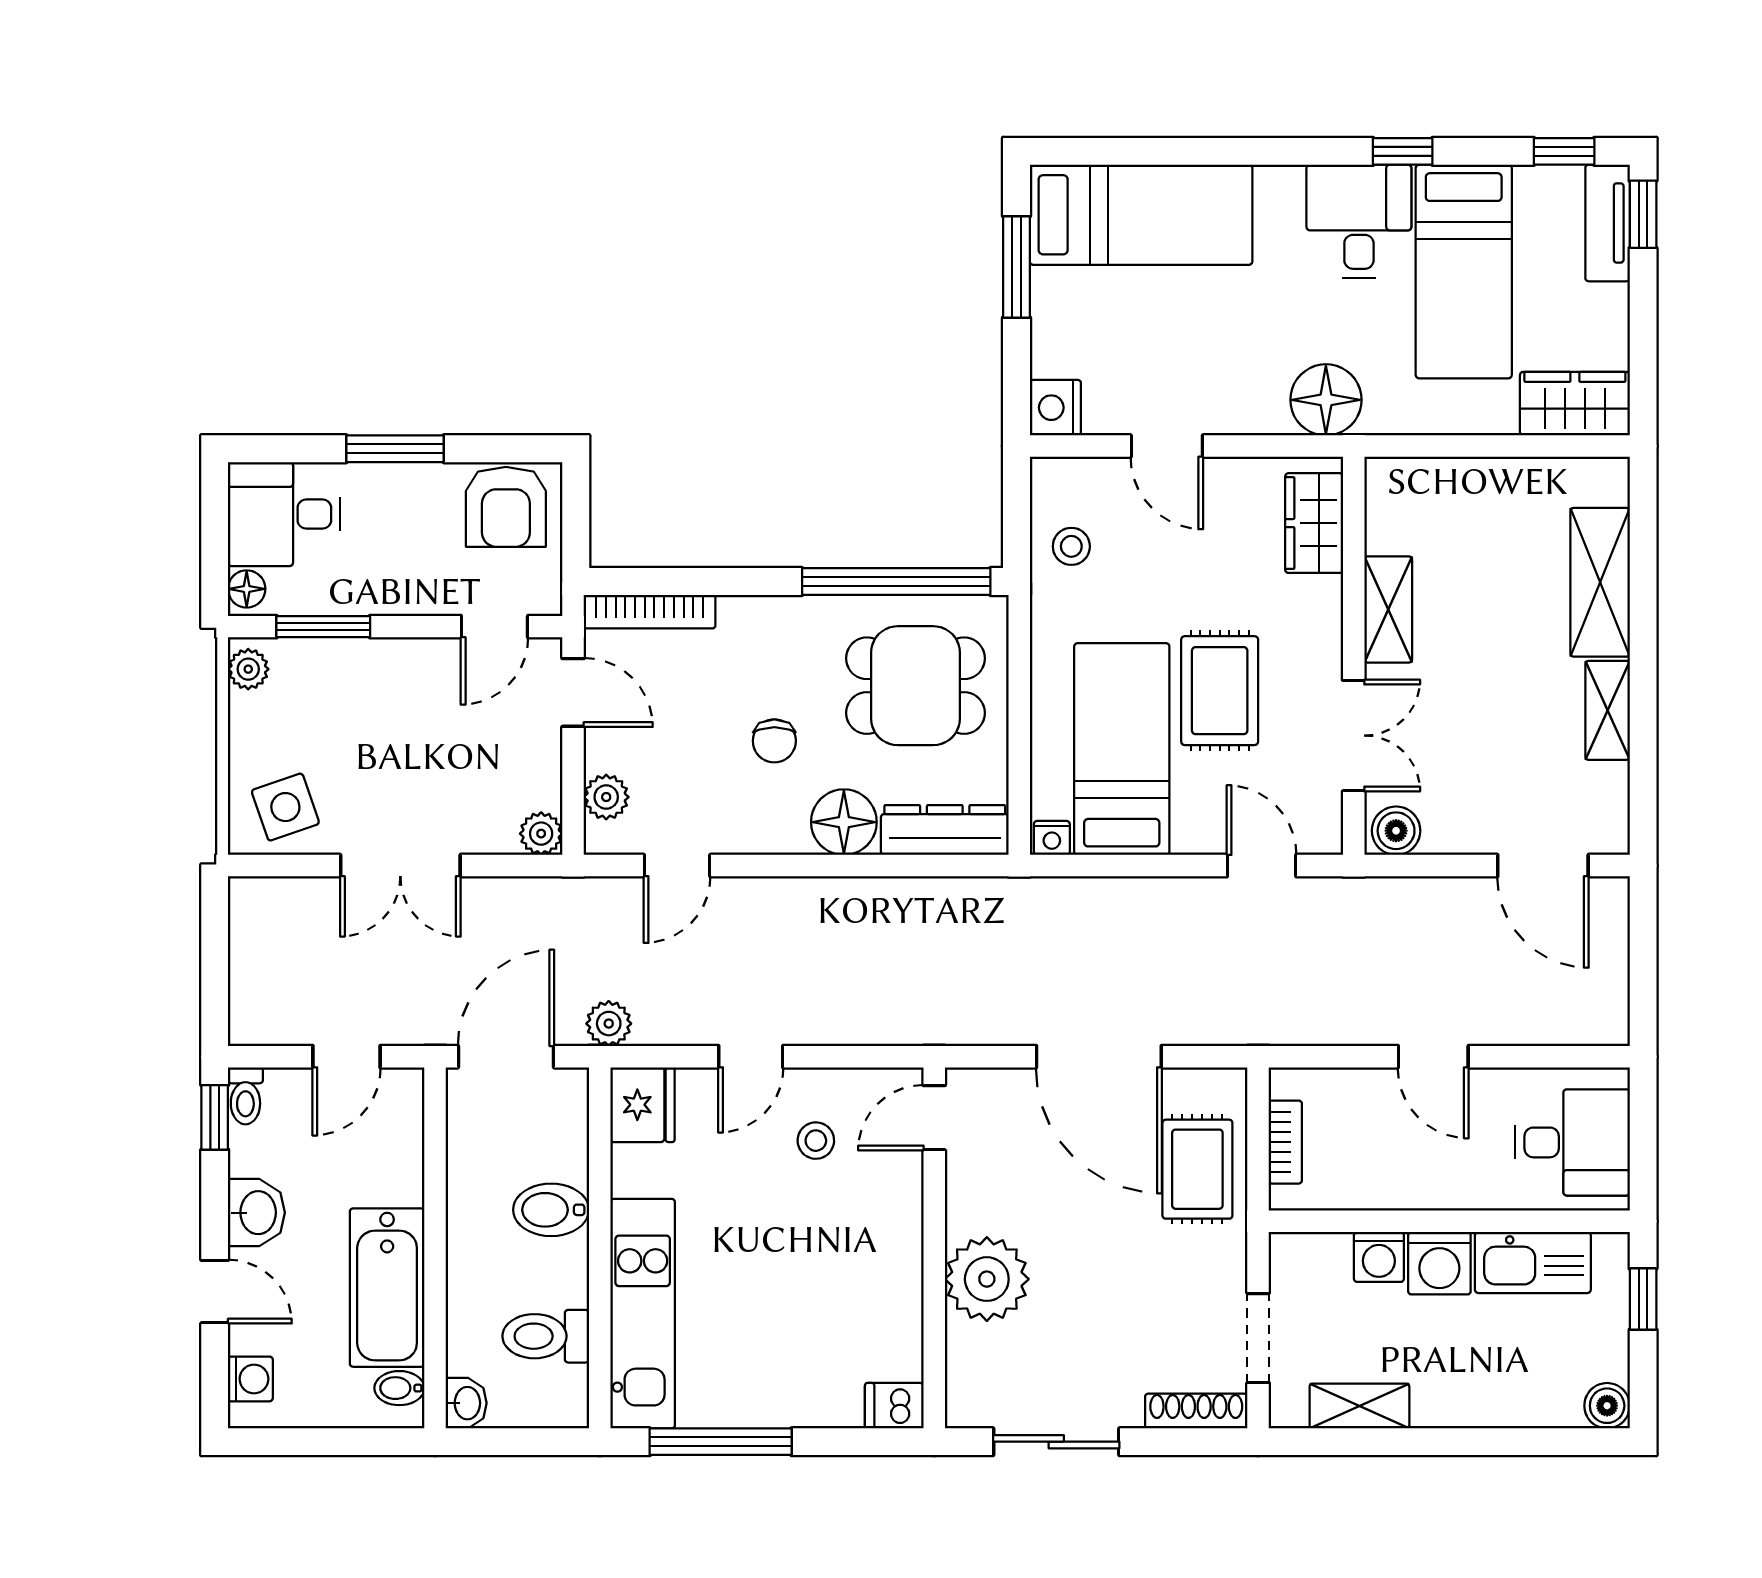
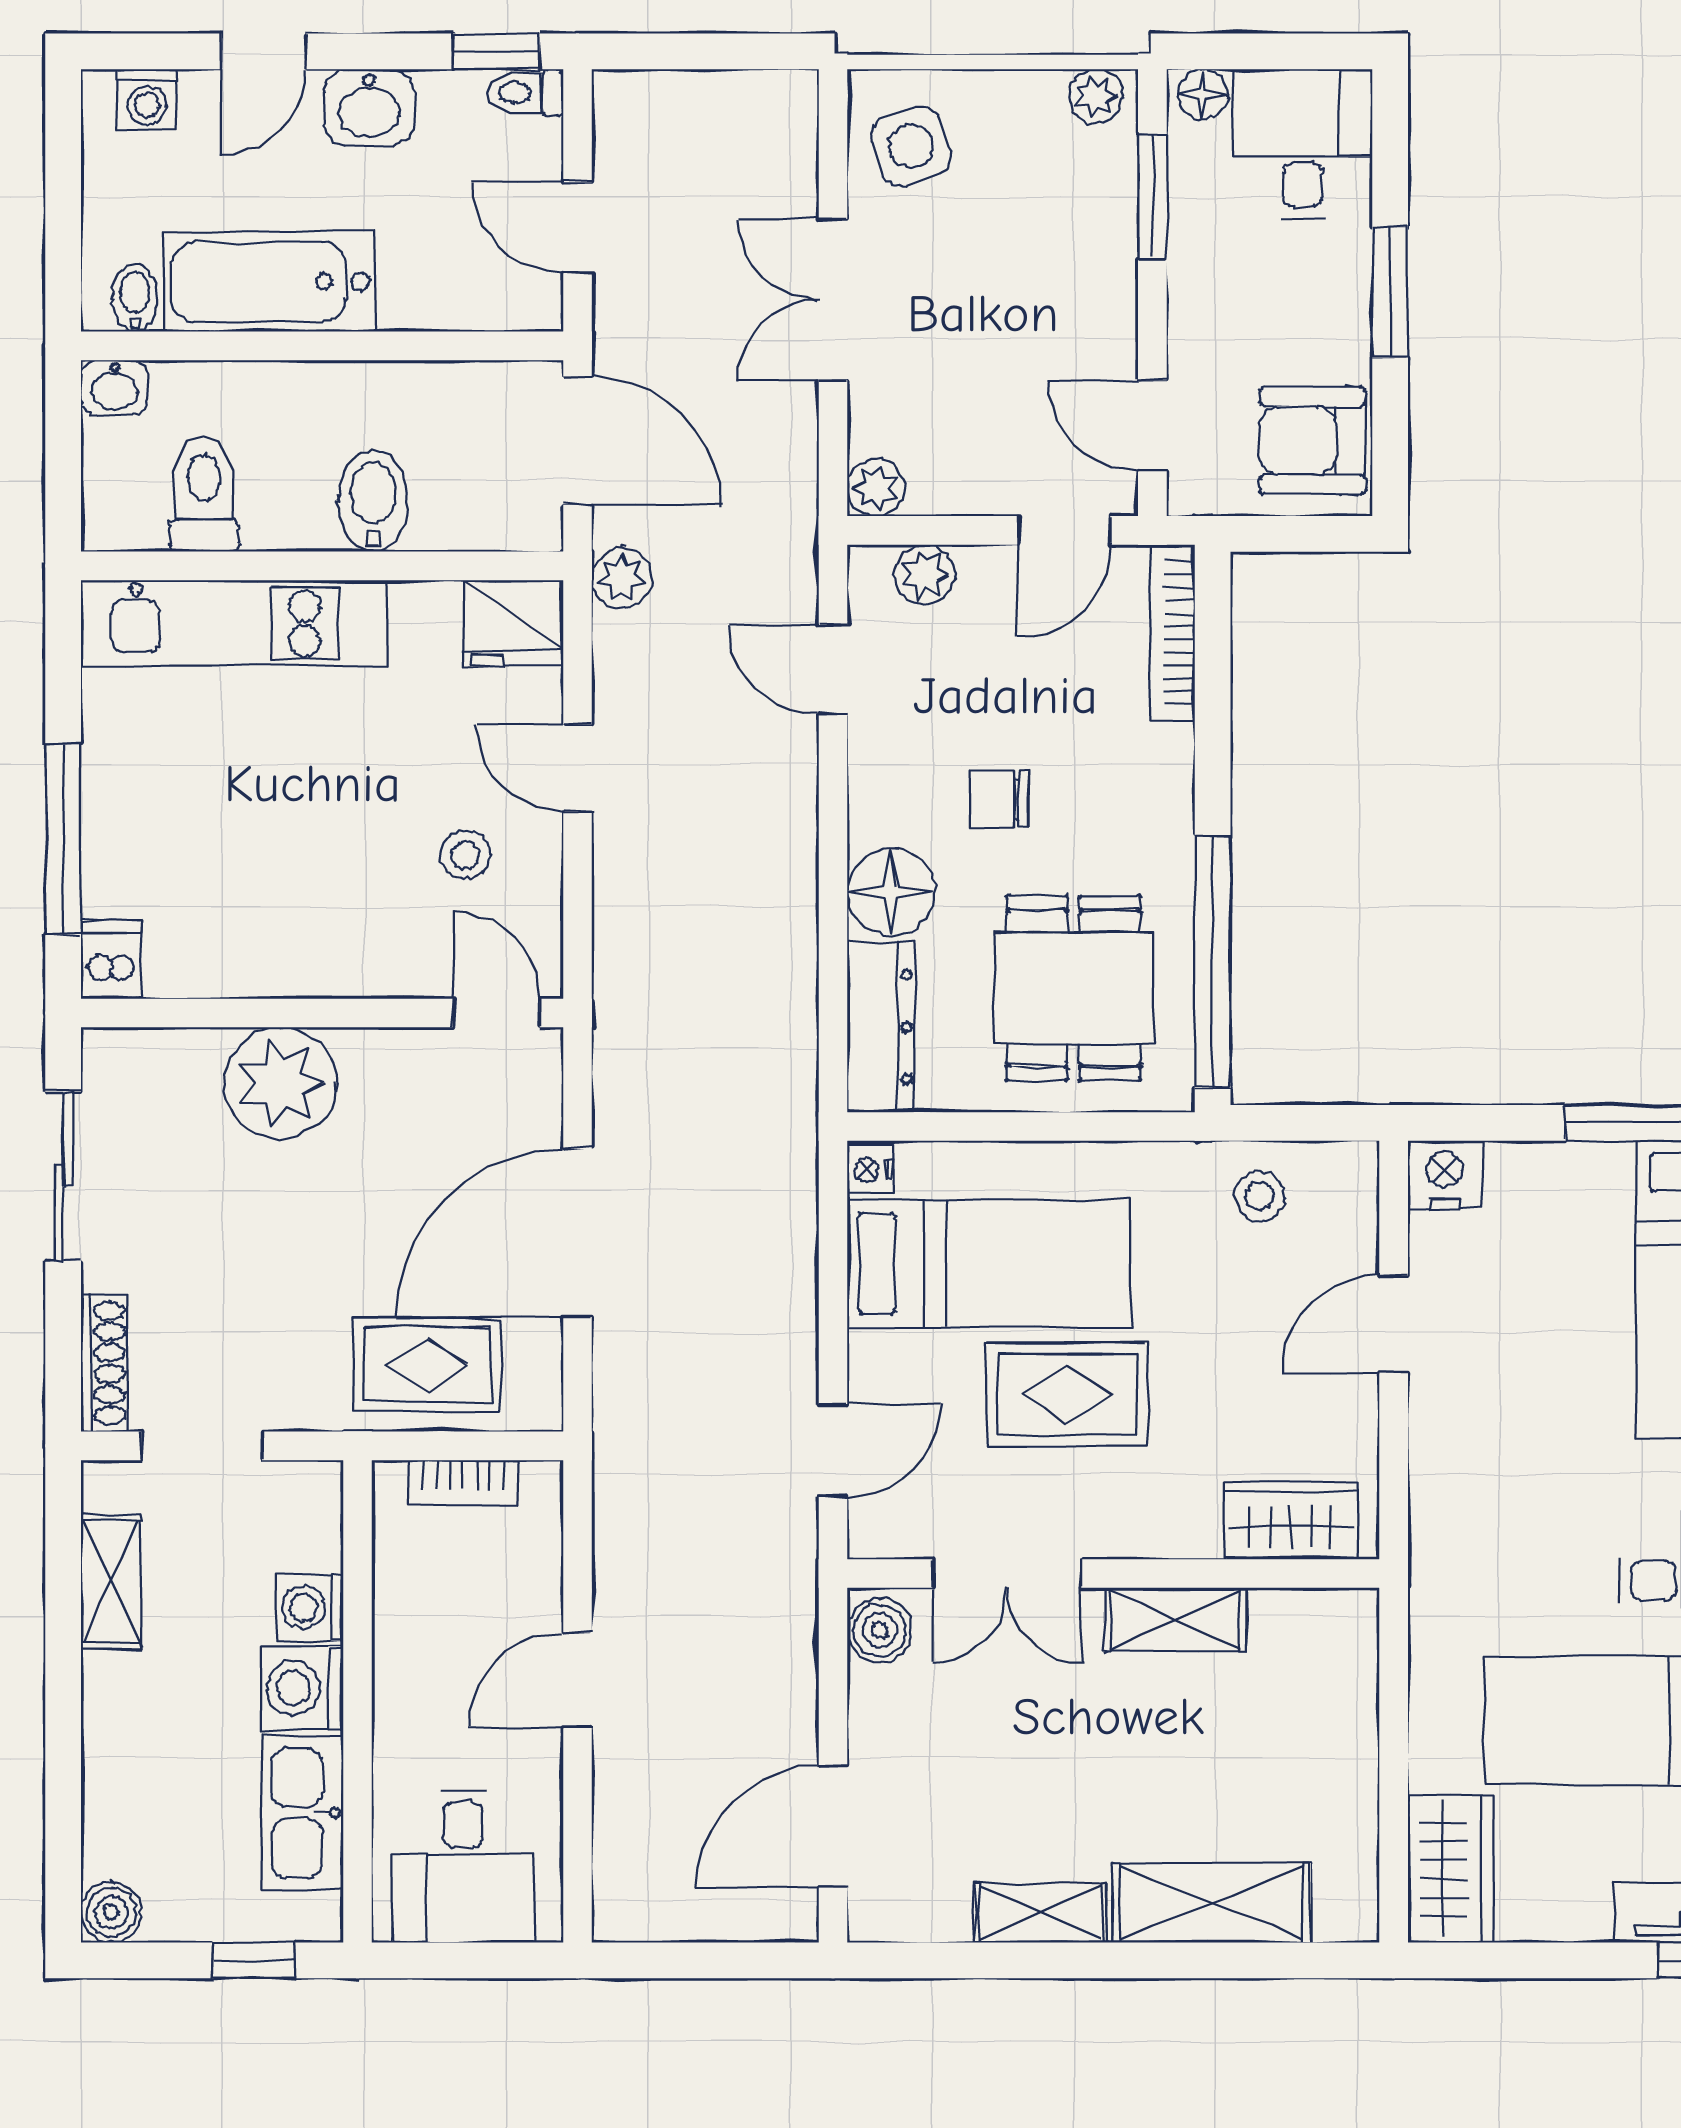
floor lamp: (1326, 400) -> (1455, 1537), removed
window: (721, 1442) -> (63, 839), moved

